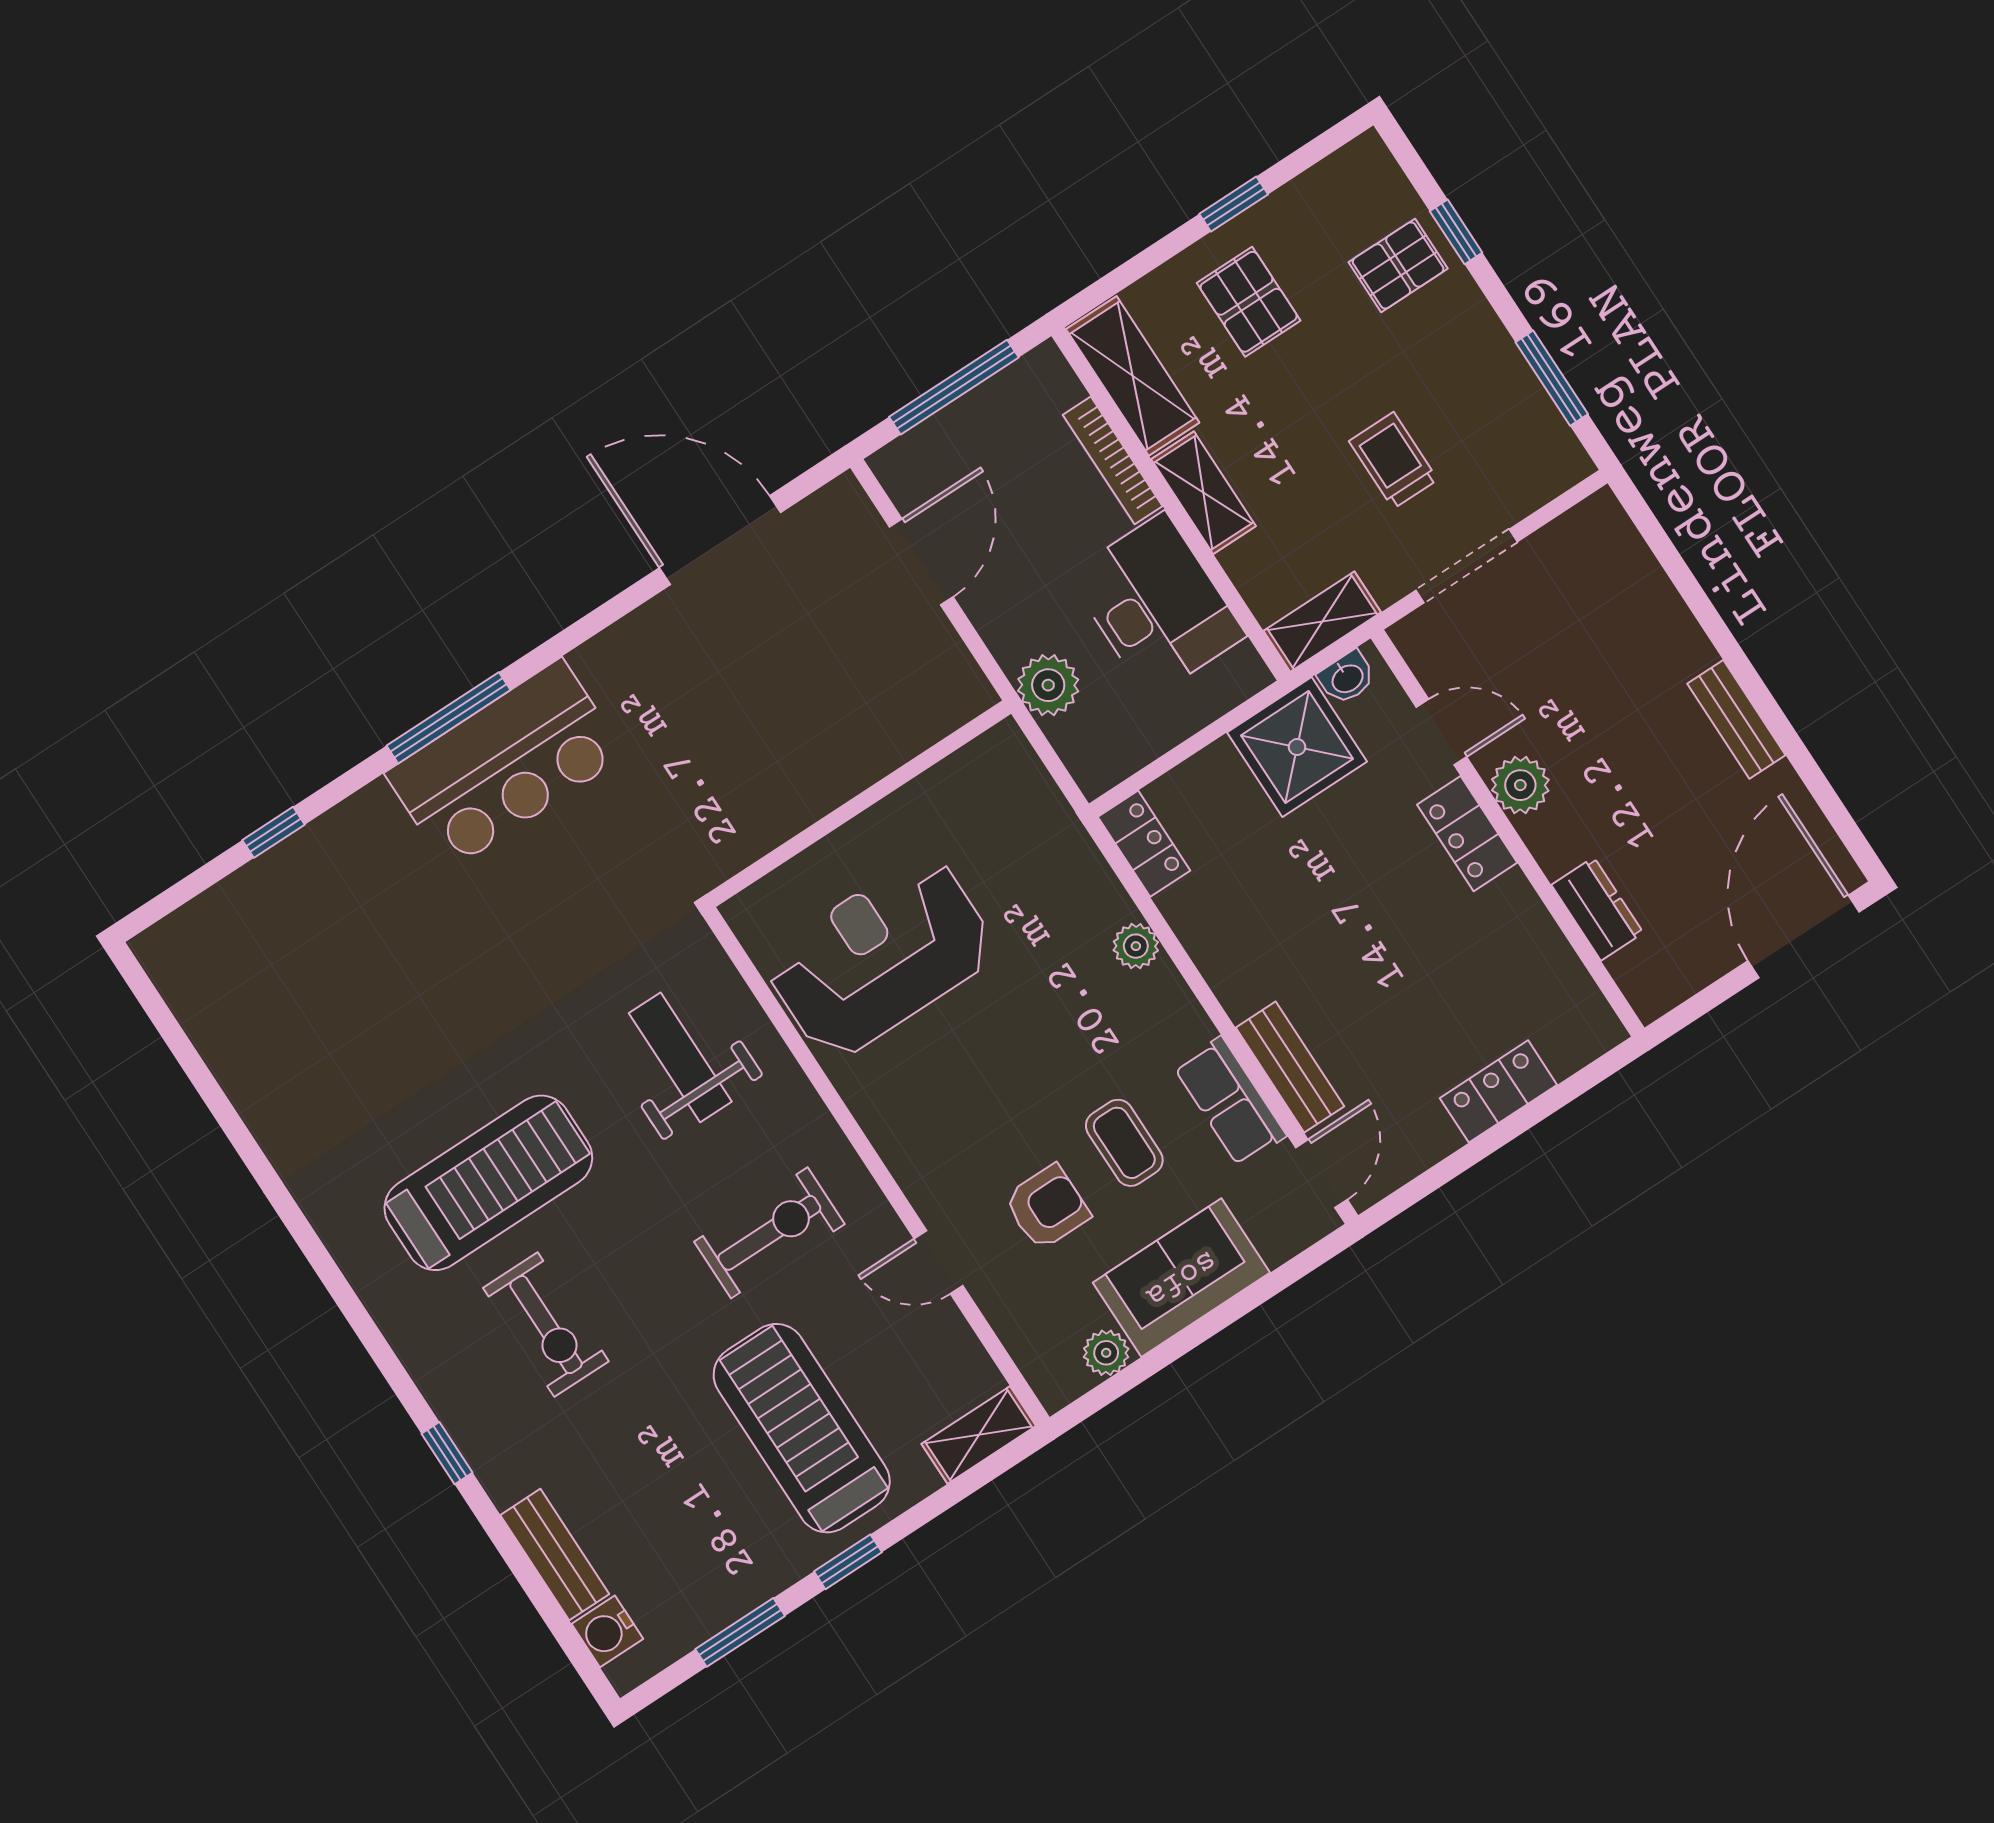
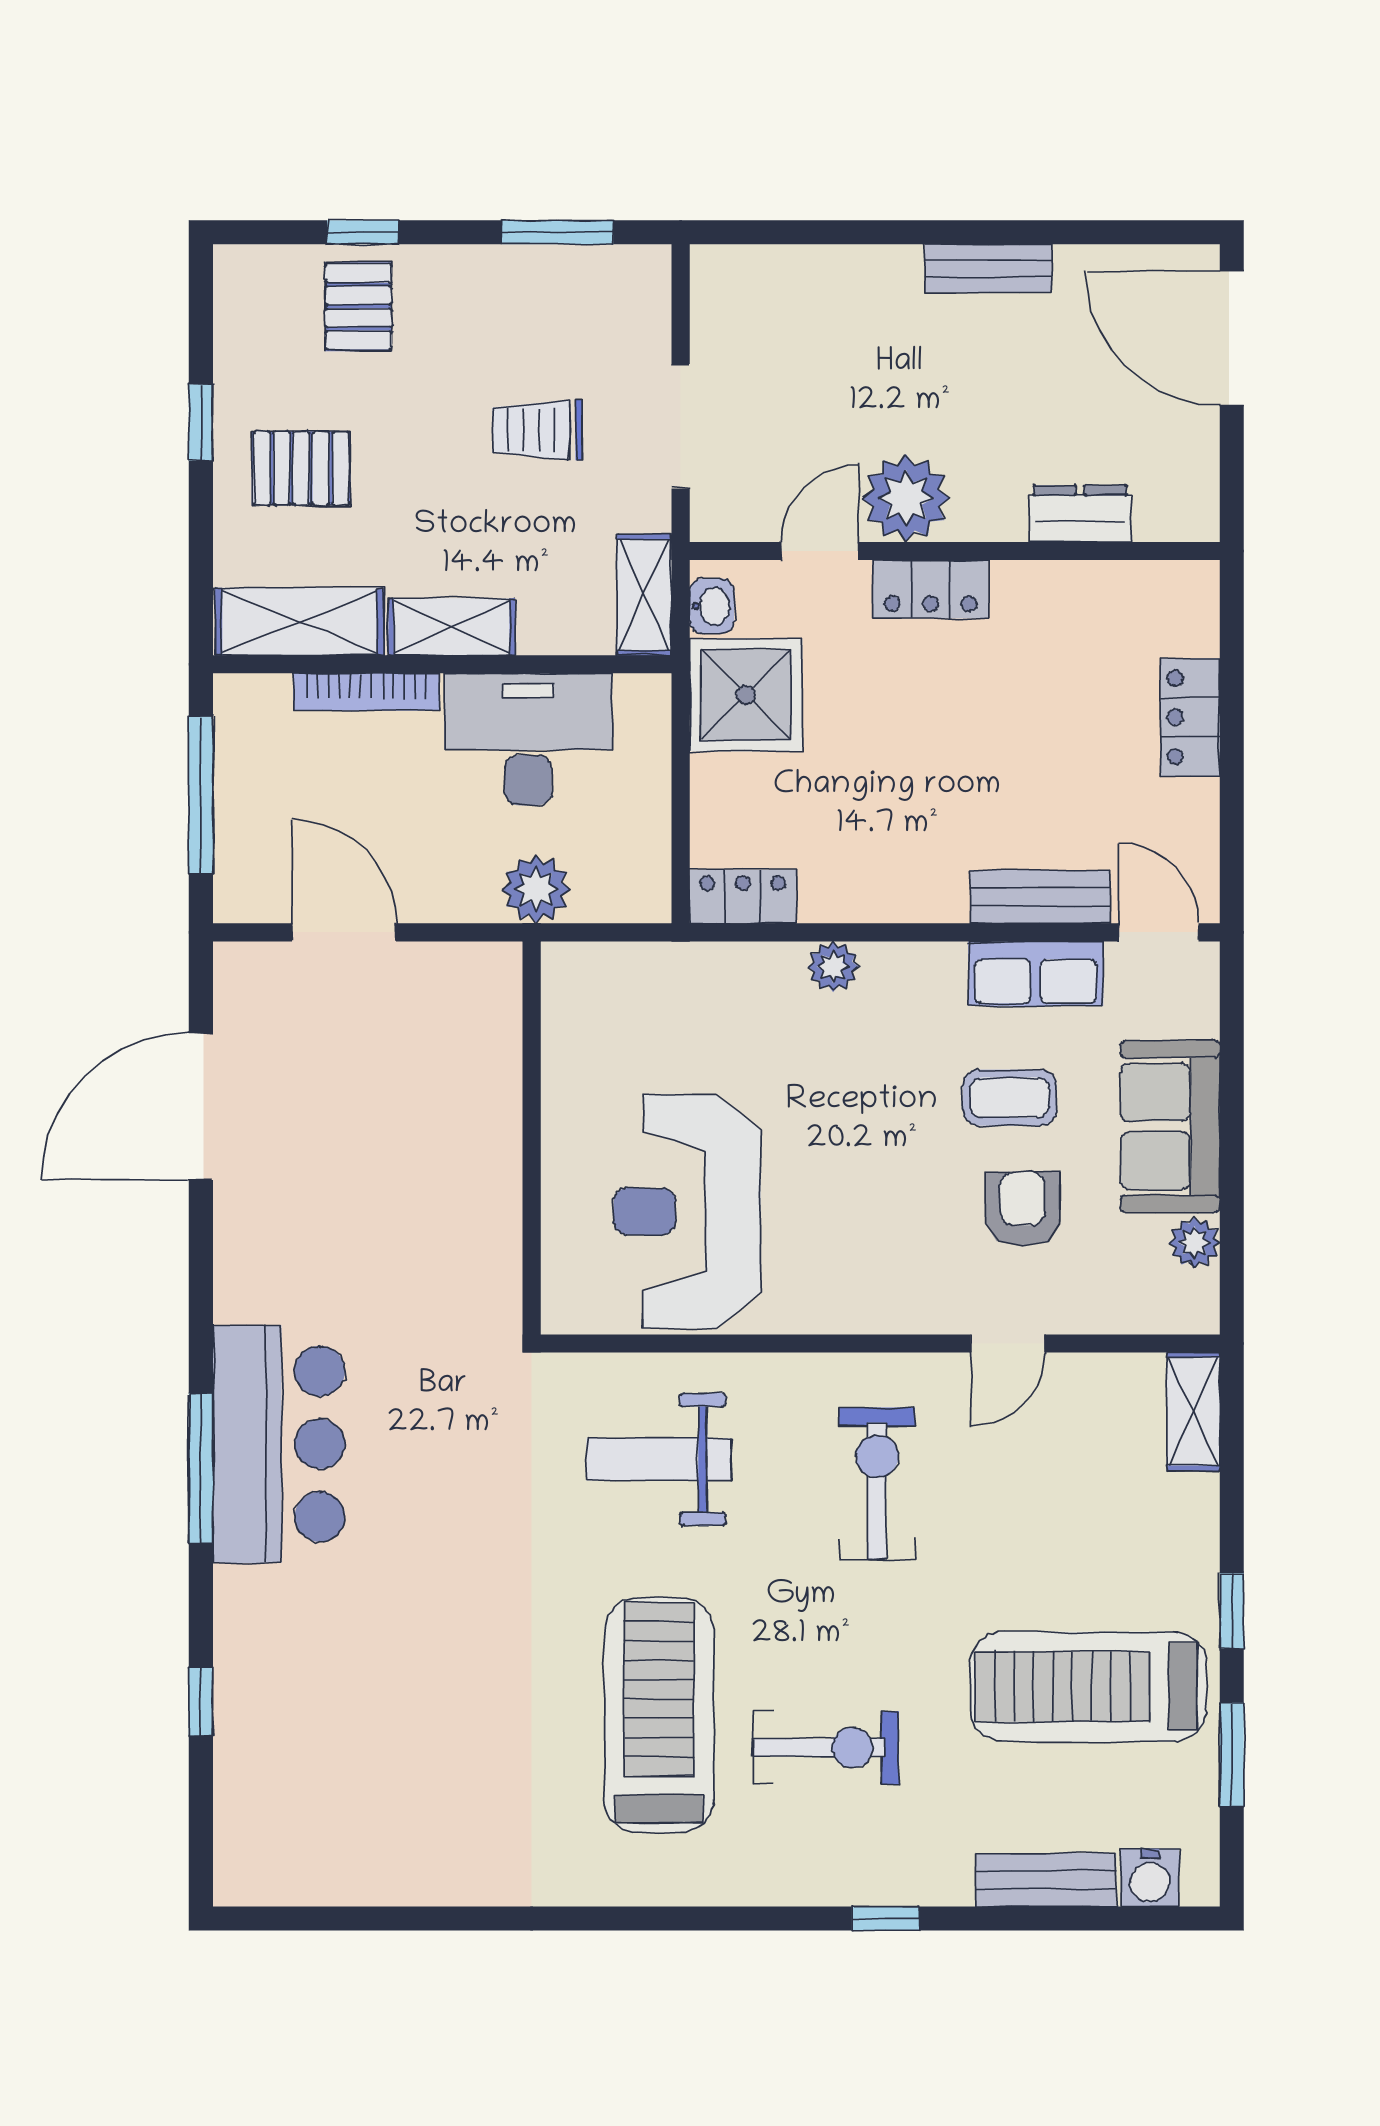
plant: (1520, 785) -> (906, 498), width x1.36, depth x1.36
treadmill: (802, 1428) -> (1088, 1687), moved

